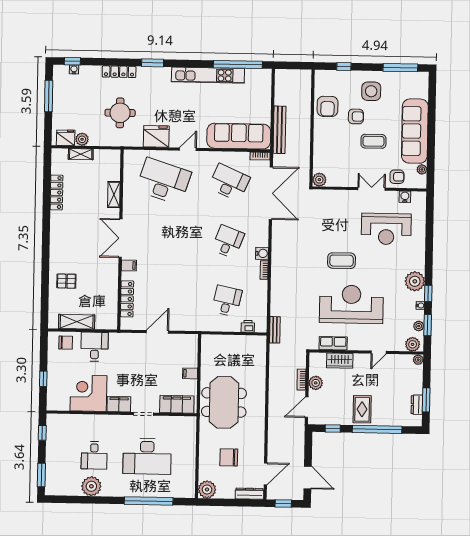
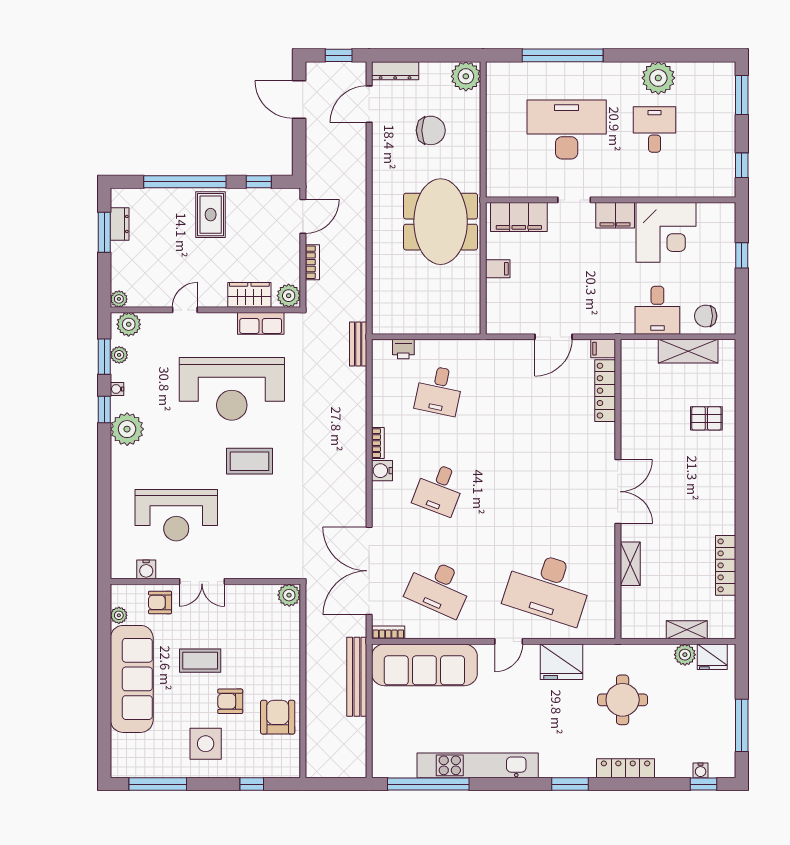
reception desk: (386, 229) -> (176, 515), turned 180
filing cabinet: (129, 265) -> (603, 349), moved
plant: (316, 383) -> (289, 296), moved

